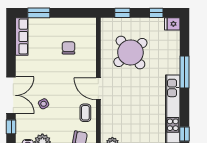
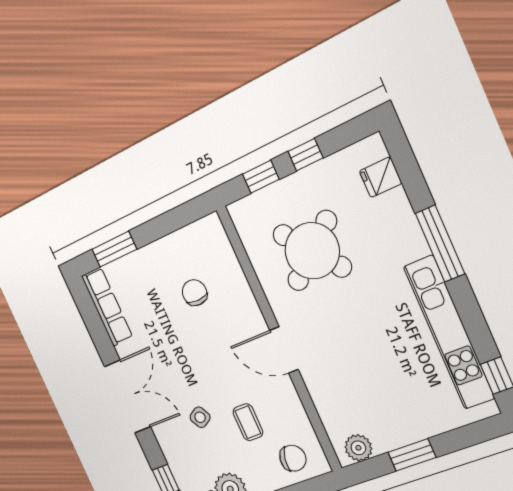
window: (156, 13) -> (306, 155), moved
fridge: (172, 24) -> (381, 177), moved
double door: (11, 95) -> (127, 397), moved
coffee table: (85, 113) -> (248, 422), moved

